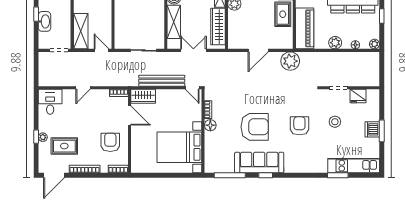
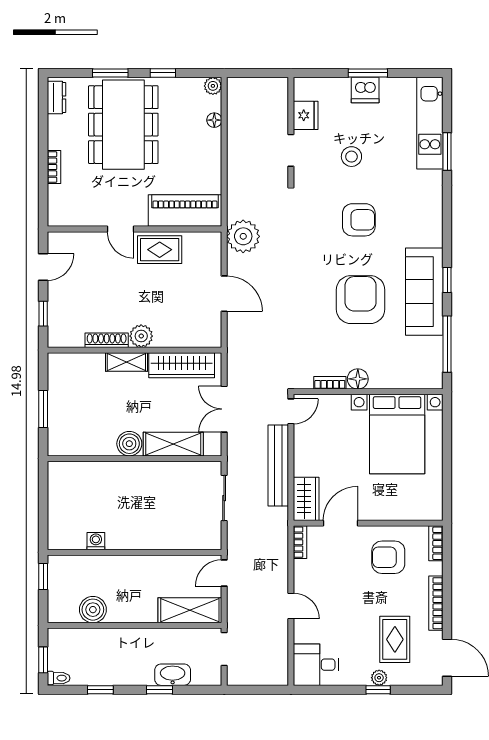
plant: (335, 43) -> (210, 156), removed
armchair: (299, 126) -> (359, 220), turned 180

